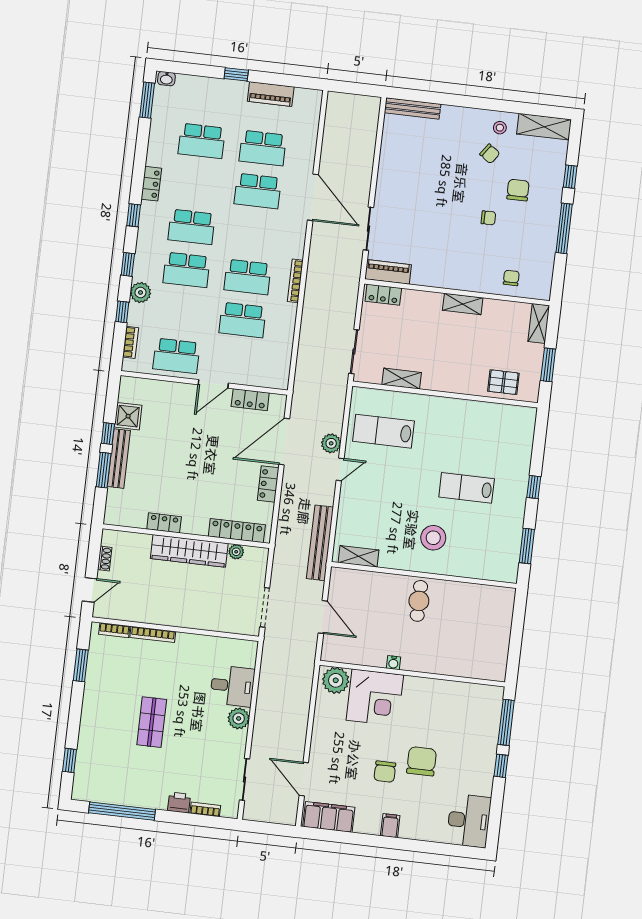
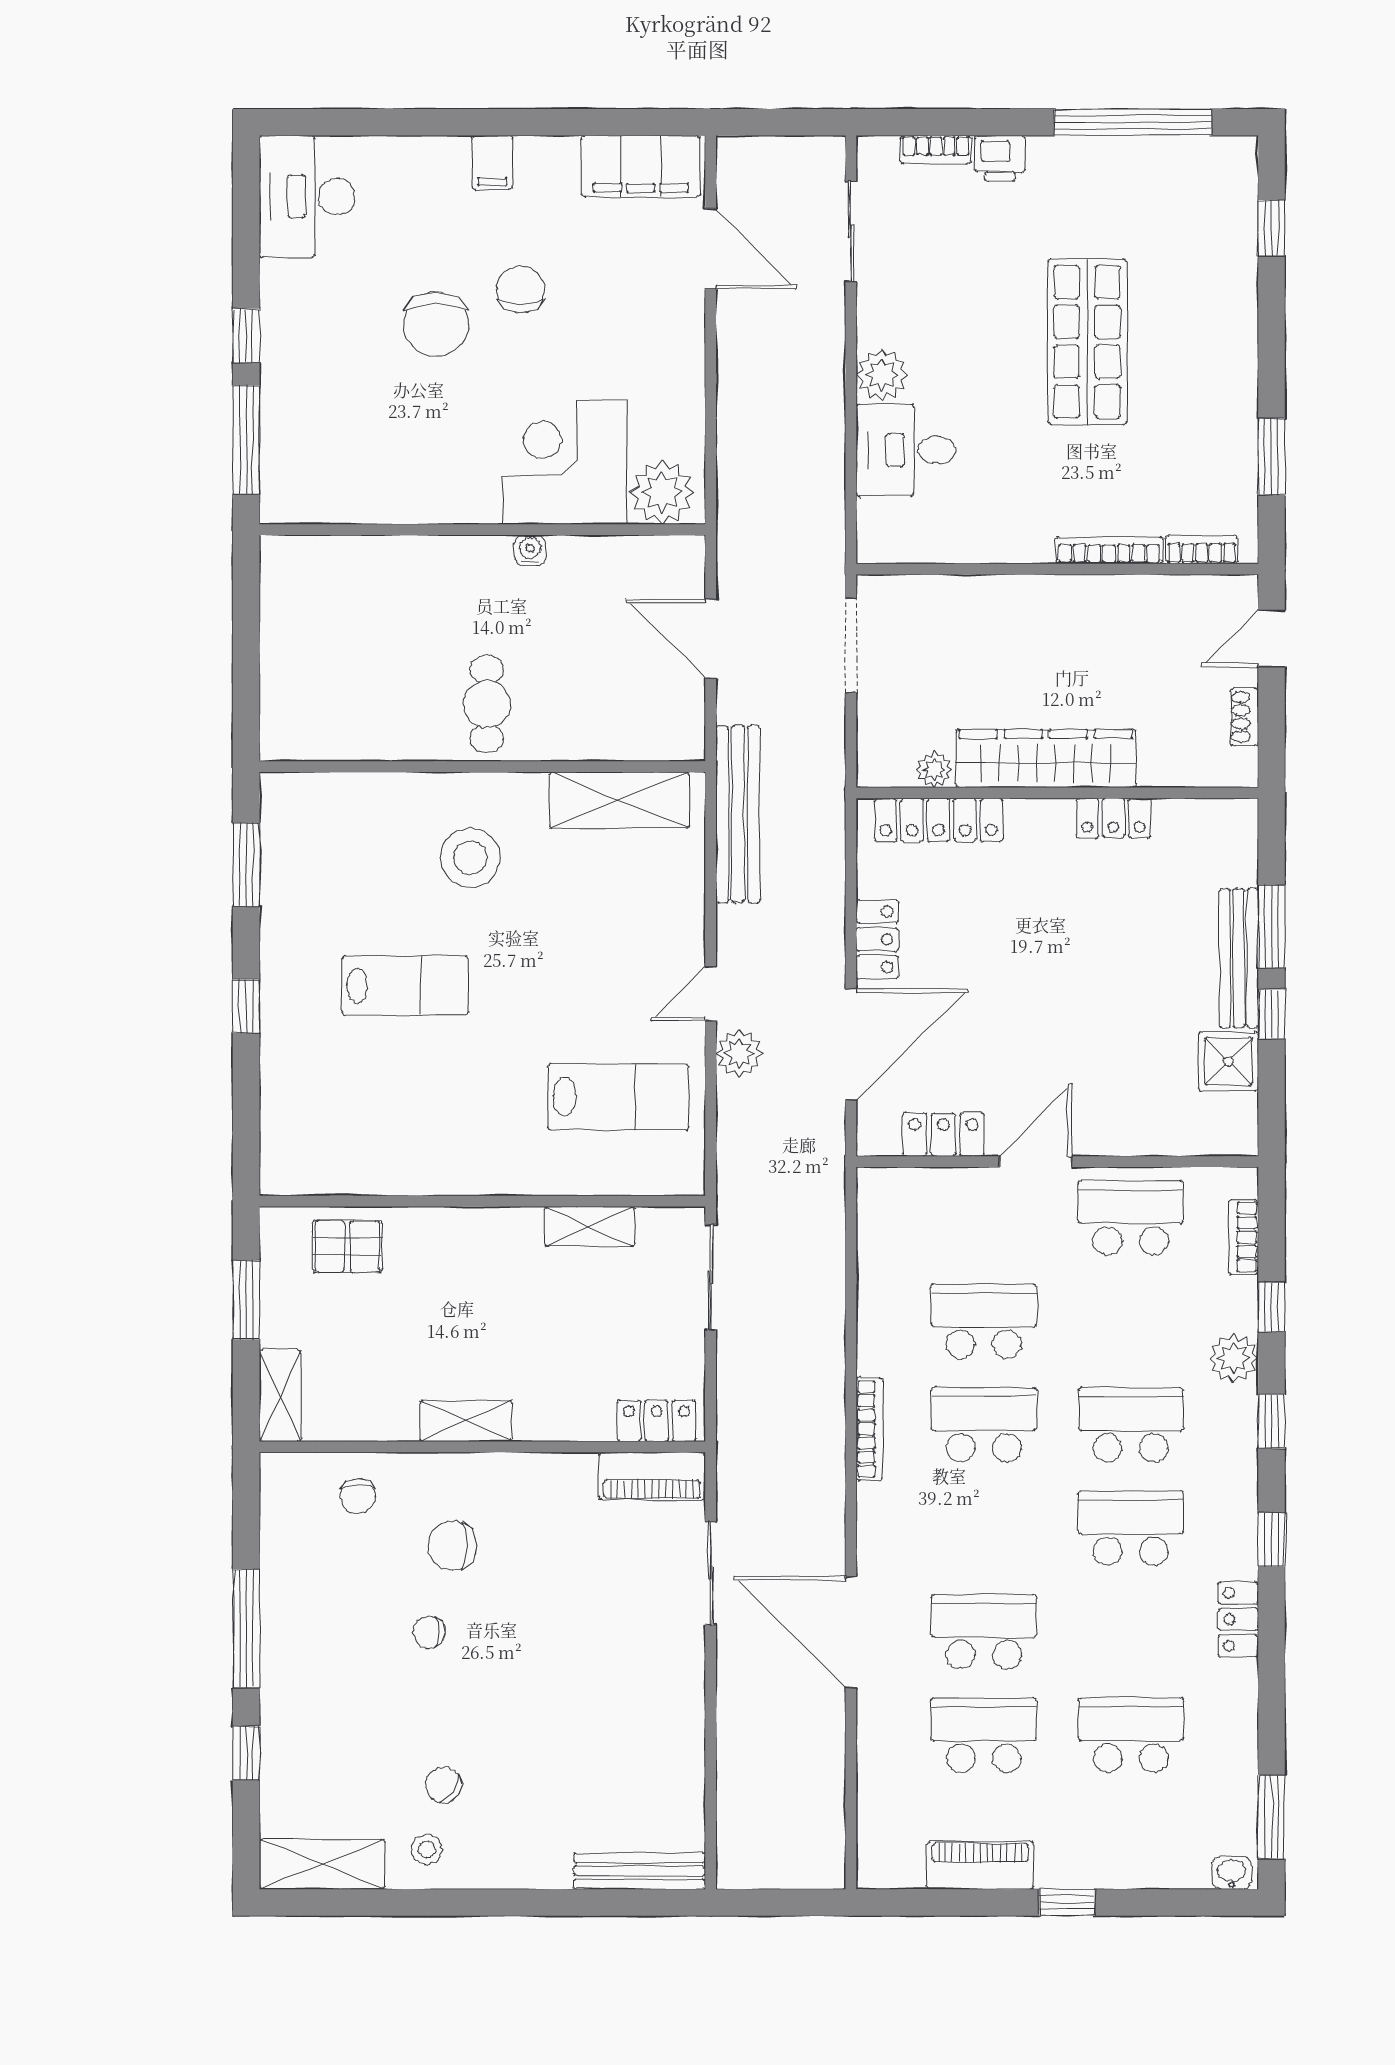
chair: (518, 190) -> (452, 1546), moved, turned 90
shelving: (359, 556) -> (619, 800), width x1.50, depth x1.33
shop shelf: (152, 722) -> (1087, 342), width x1.43, depth x1.36

